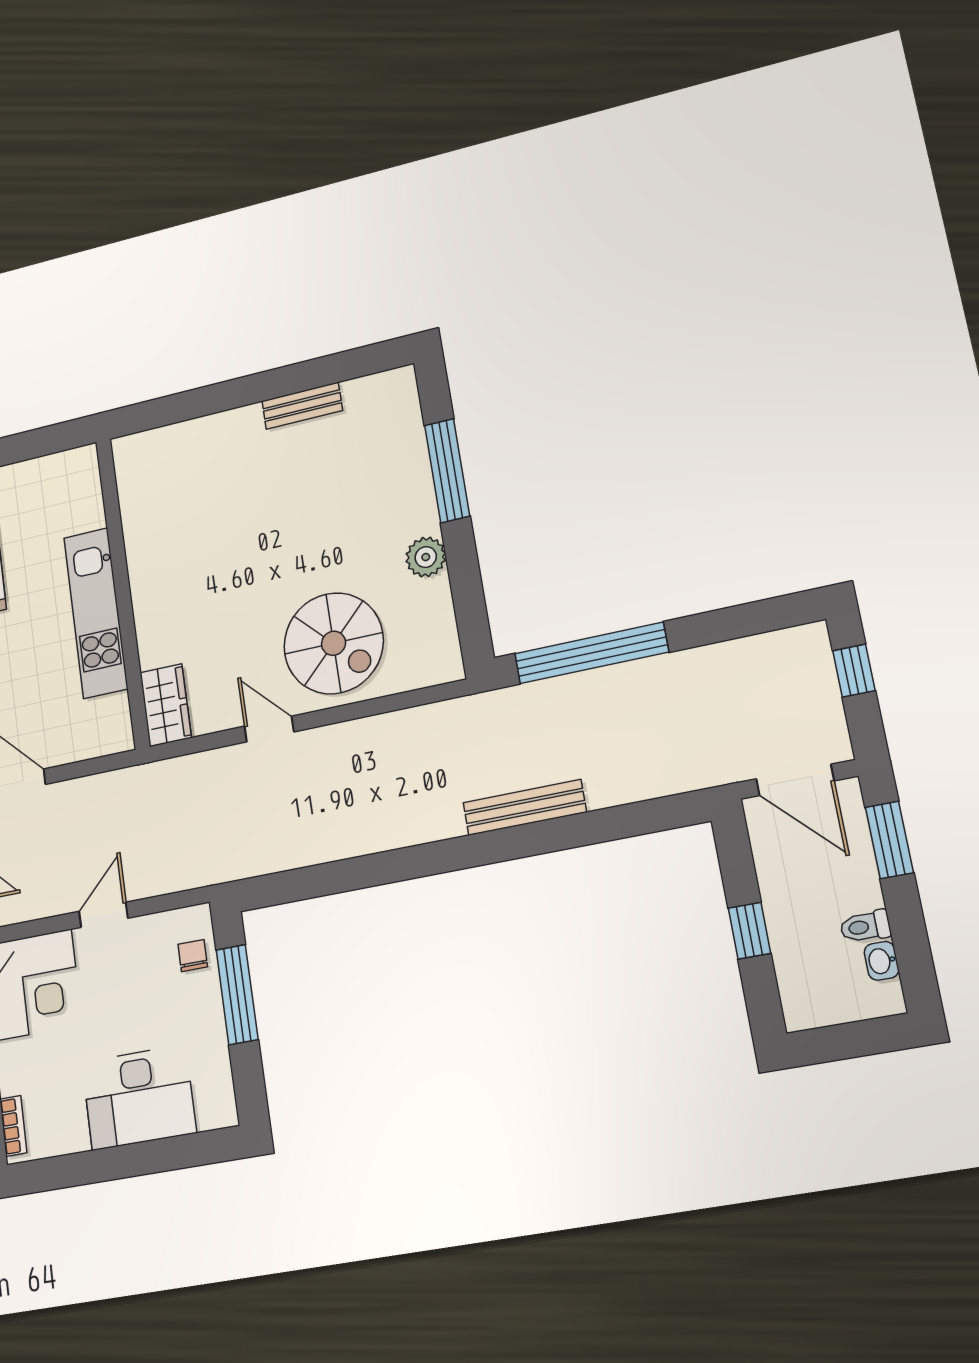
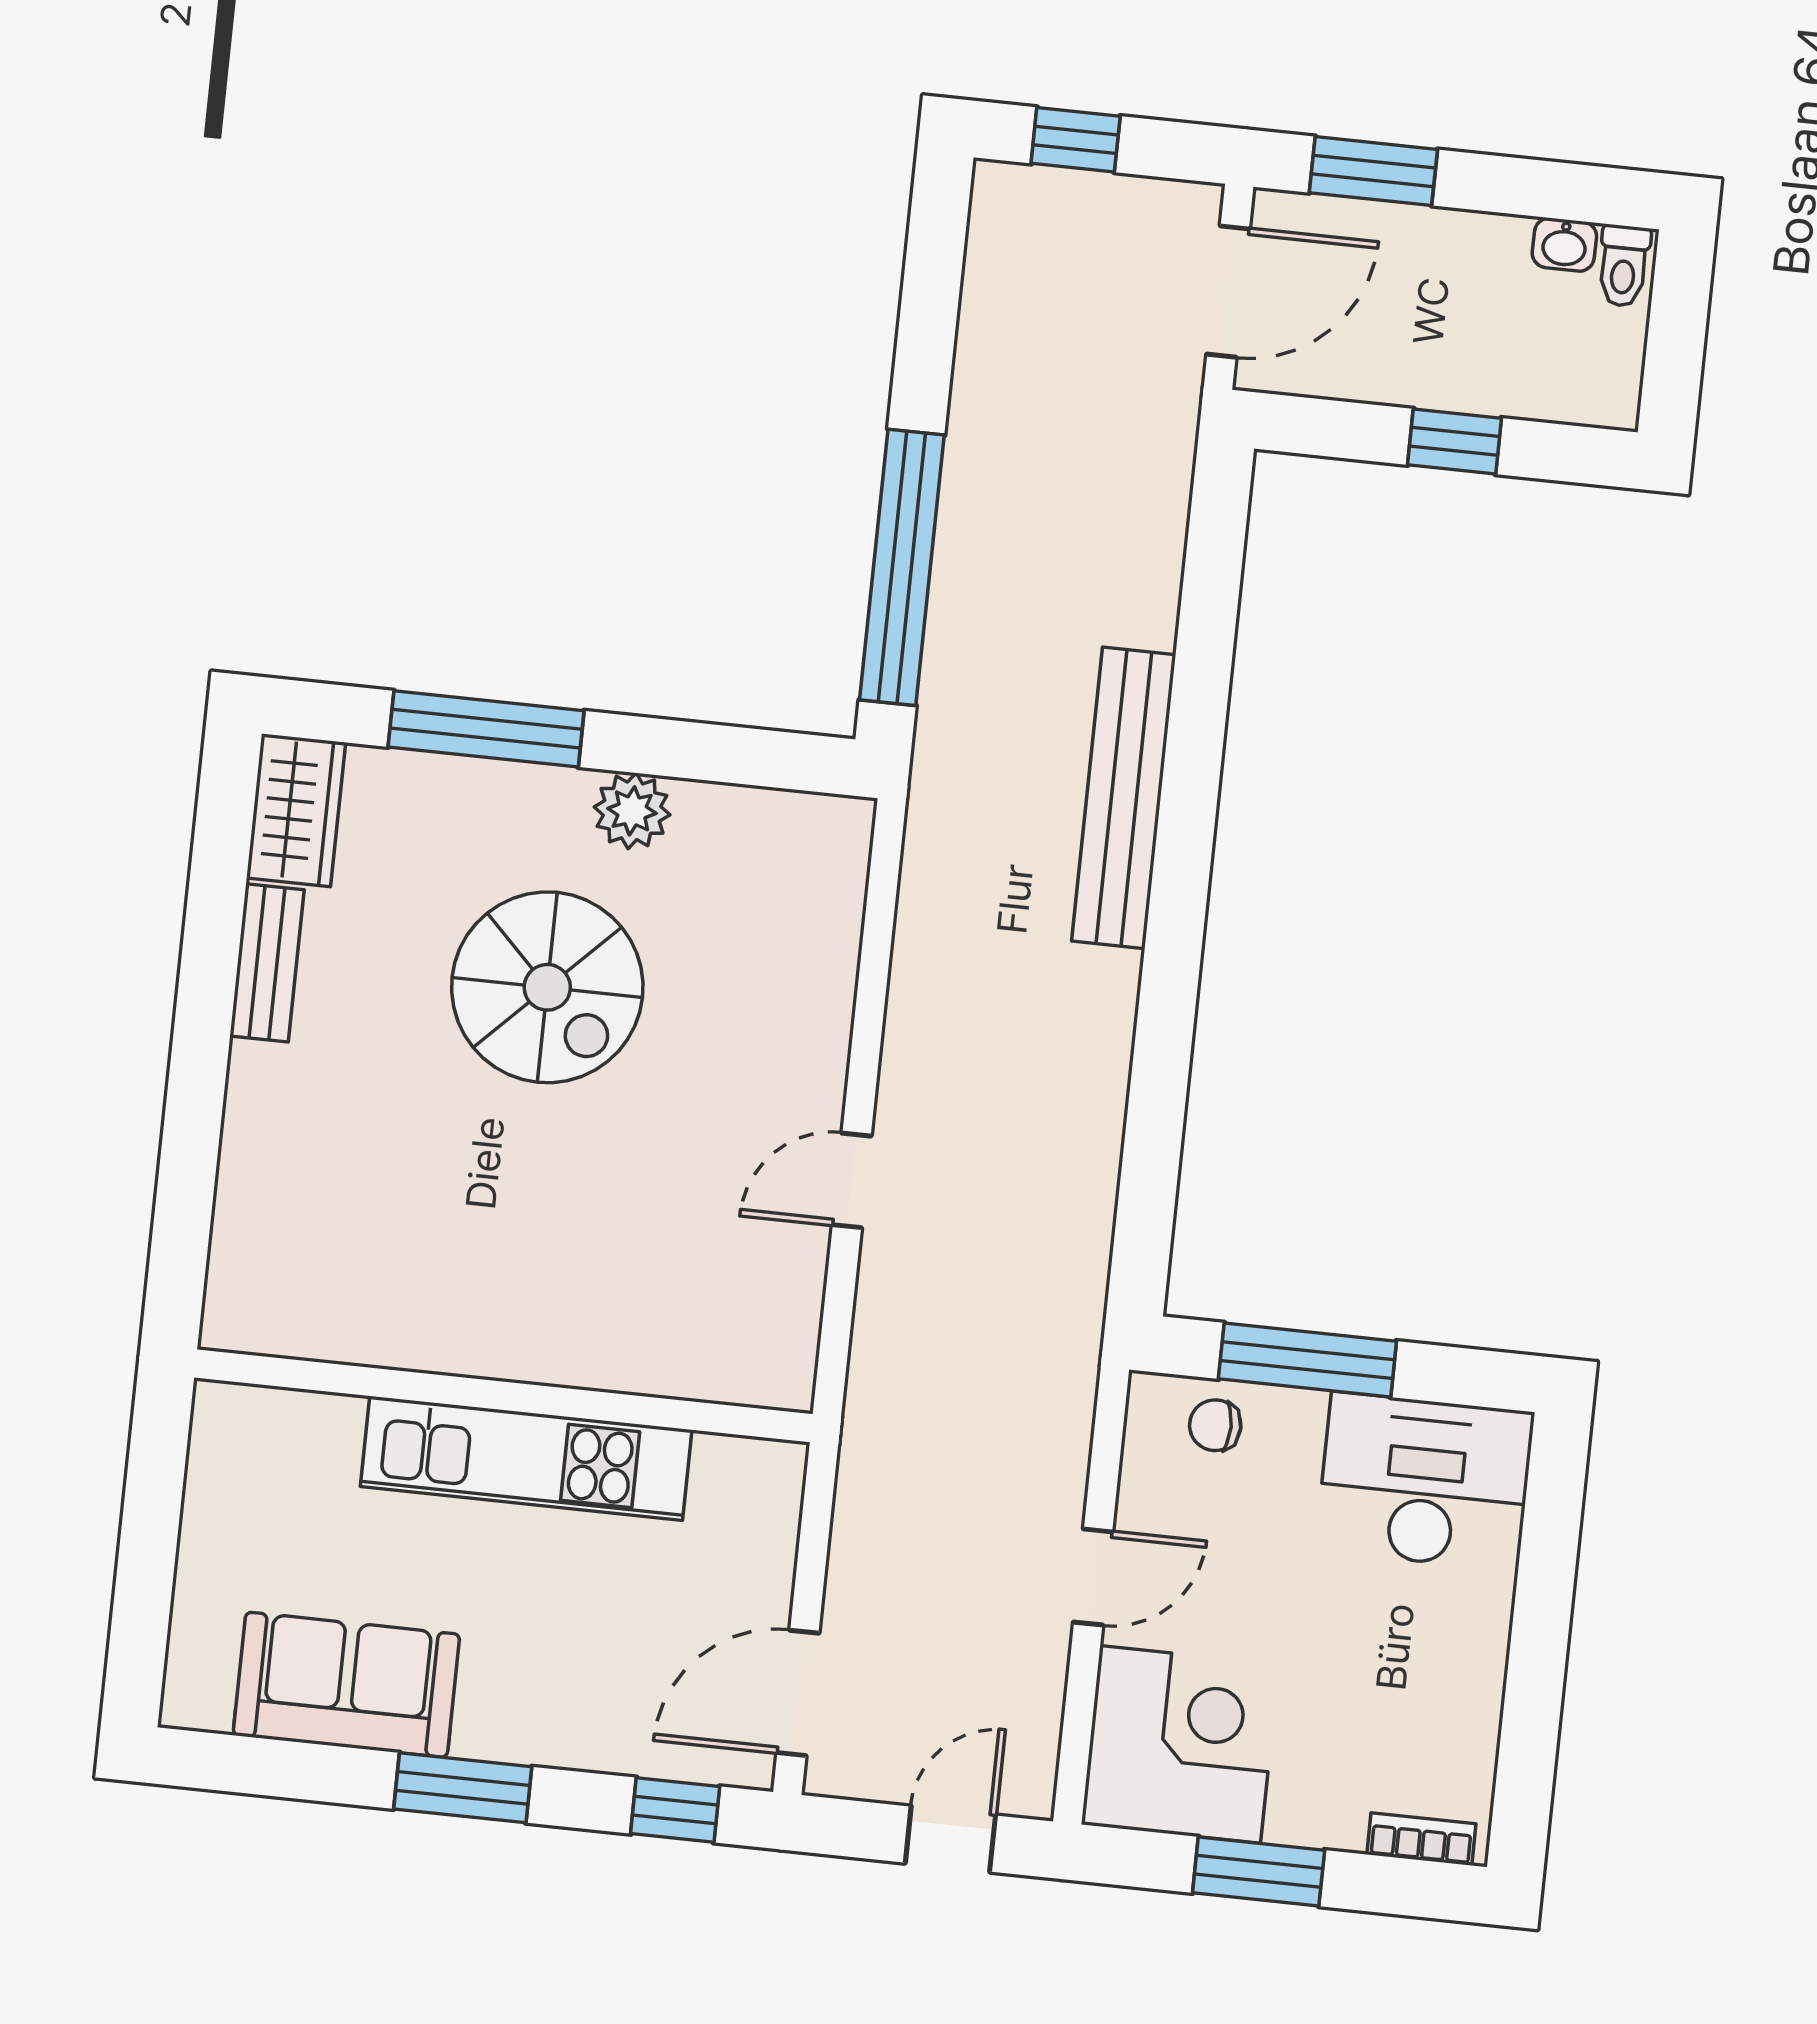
spiral stairs: (334, 643) -> (547, 987), moved, turned 90
wardrobe: (166, 705) -> (296, 810), moved, turned 90
bench: (525, 807) -> (1124, 798), width x1.37, depth x1.21
door: (103, 915) -> (1093, 1577), swing flipped
toilet: (865, 927) -> (1624, 266), moved
desk: (139, 1097) -> (1425, 1481), moved, turned -90

